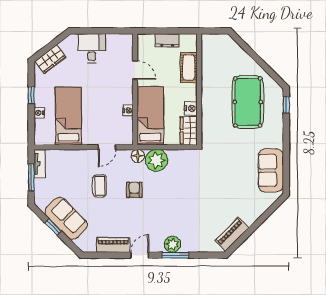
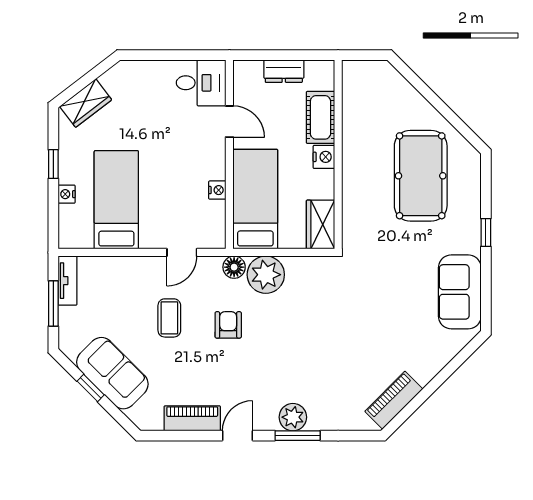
desk: (92, 48) -> (201, 83), moved, turned 90
window: (286, 105) -> (486, 232), moved
nightstand: (191, 108) -> (324, 157), moved

